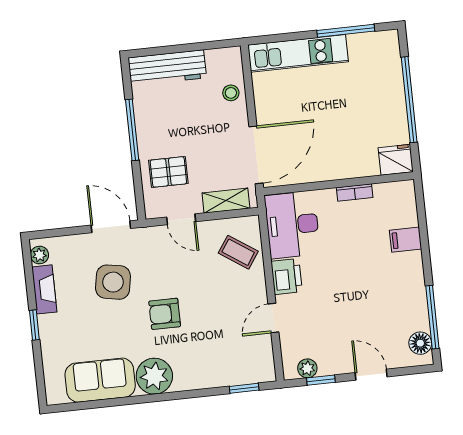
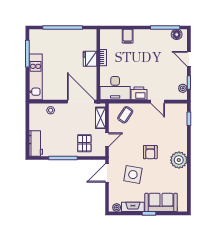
workbench: (167, 68) -> (36, 143), width x0.73
fridge: (396, 160) -> (90, 59), moved
door: (371, 375) -> (189, 59), hinge flipped
sofa: (100, 380) -> (161, 202), moved, turned 90

